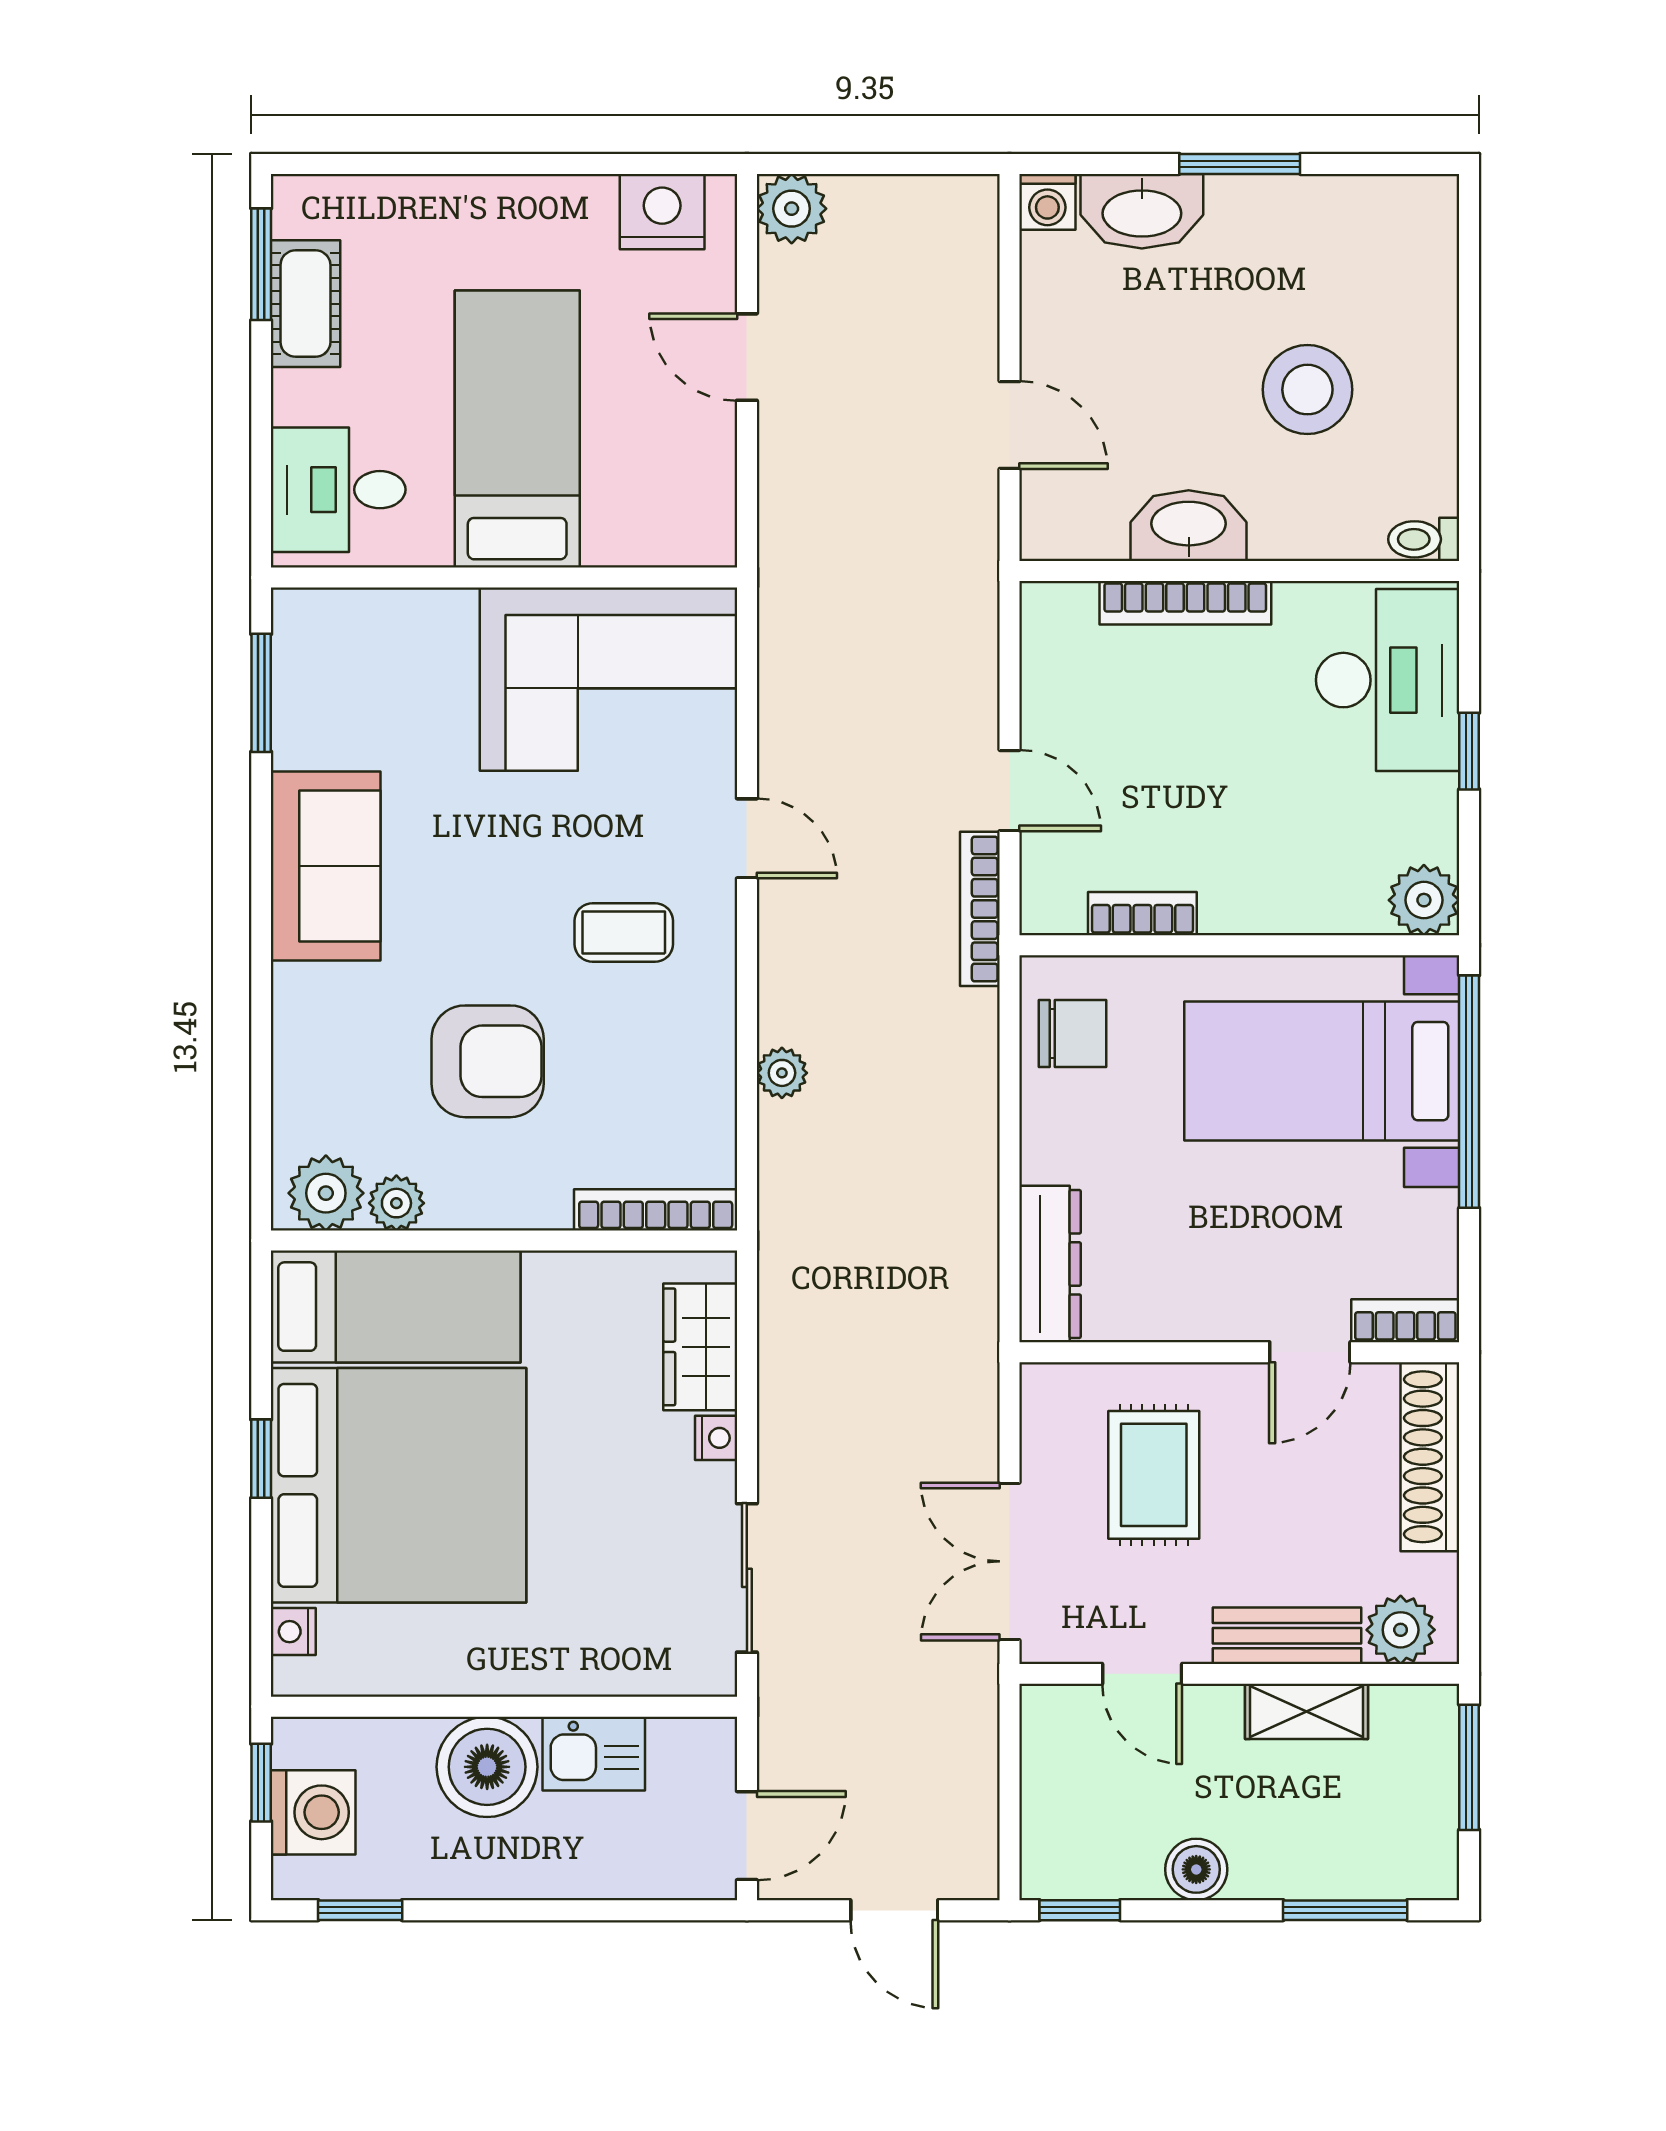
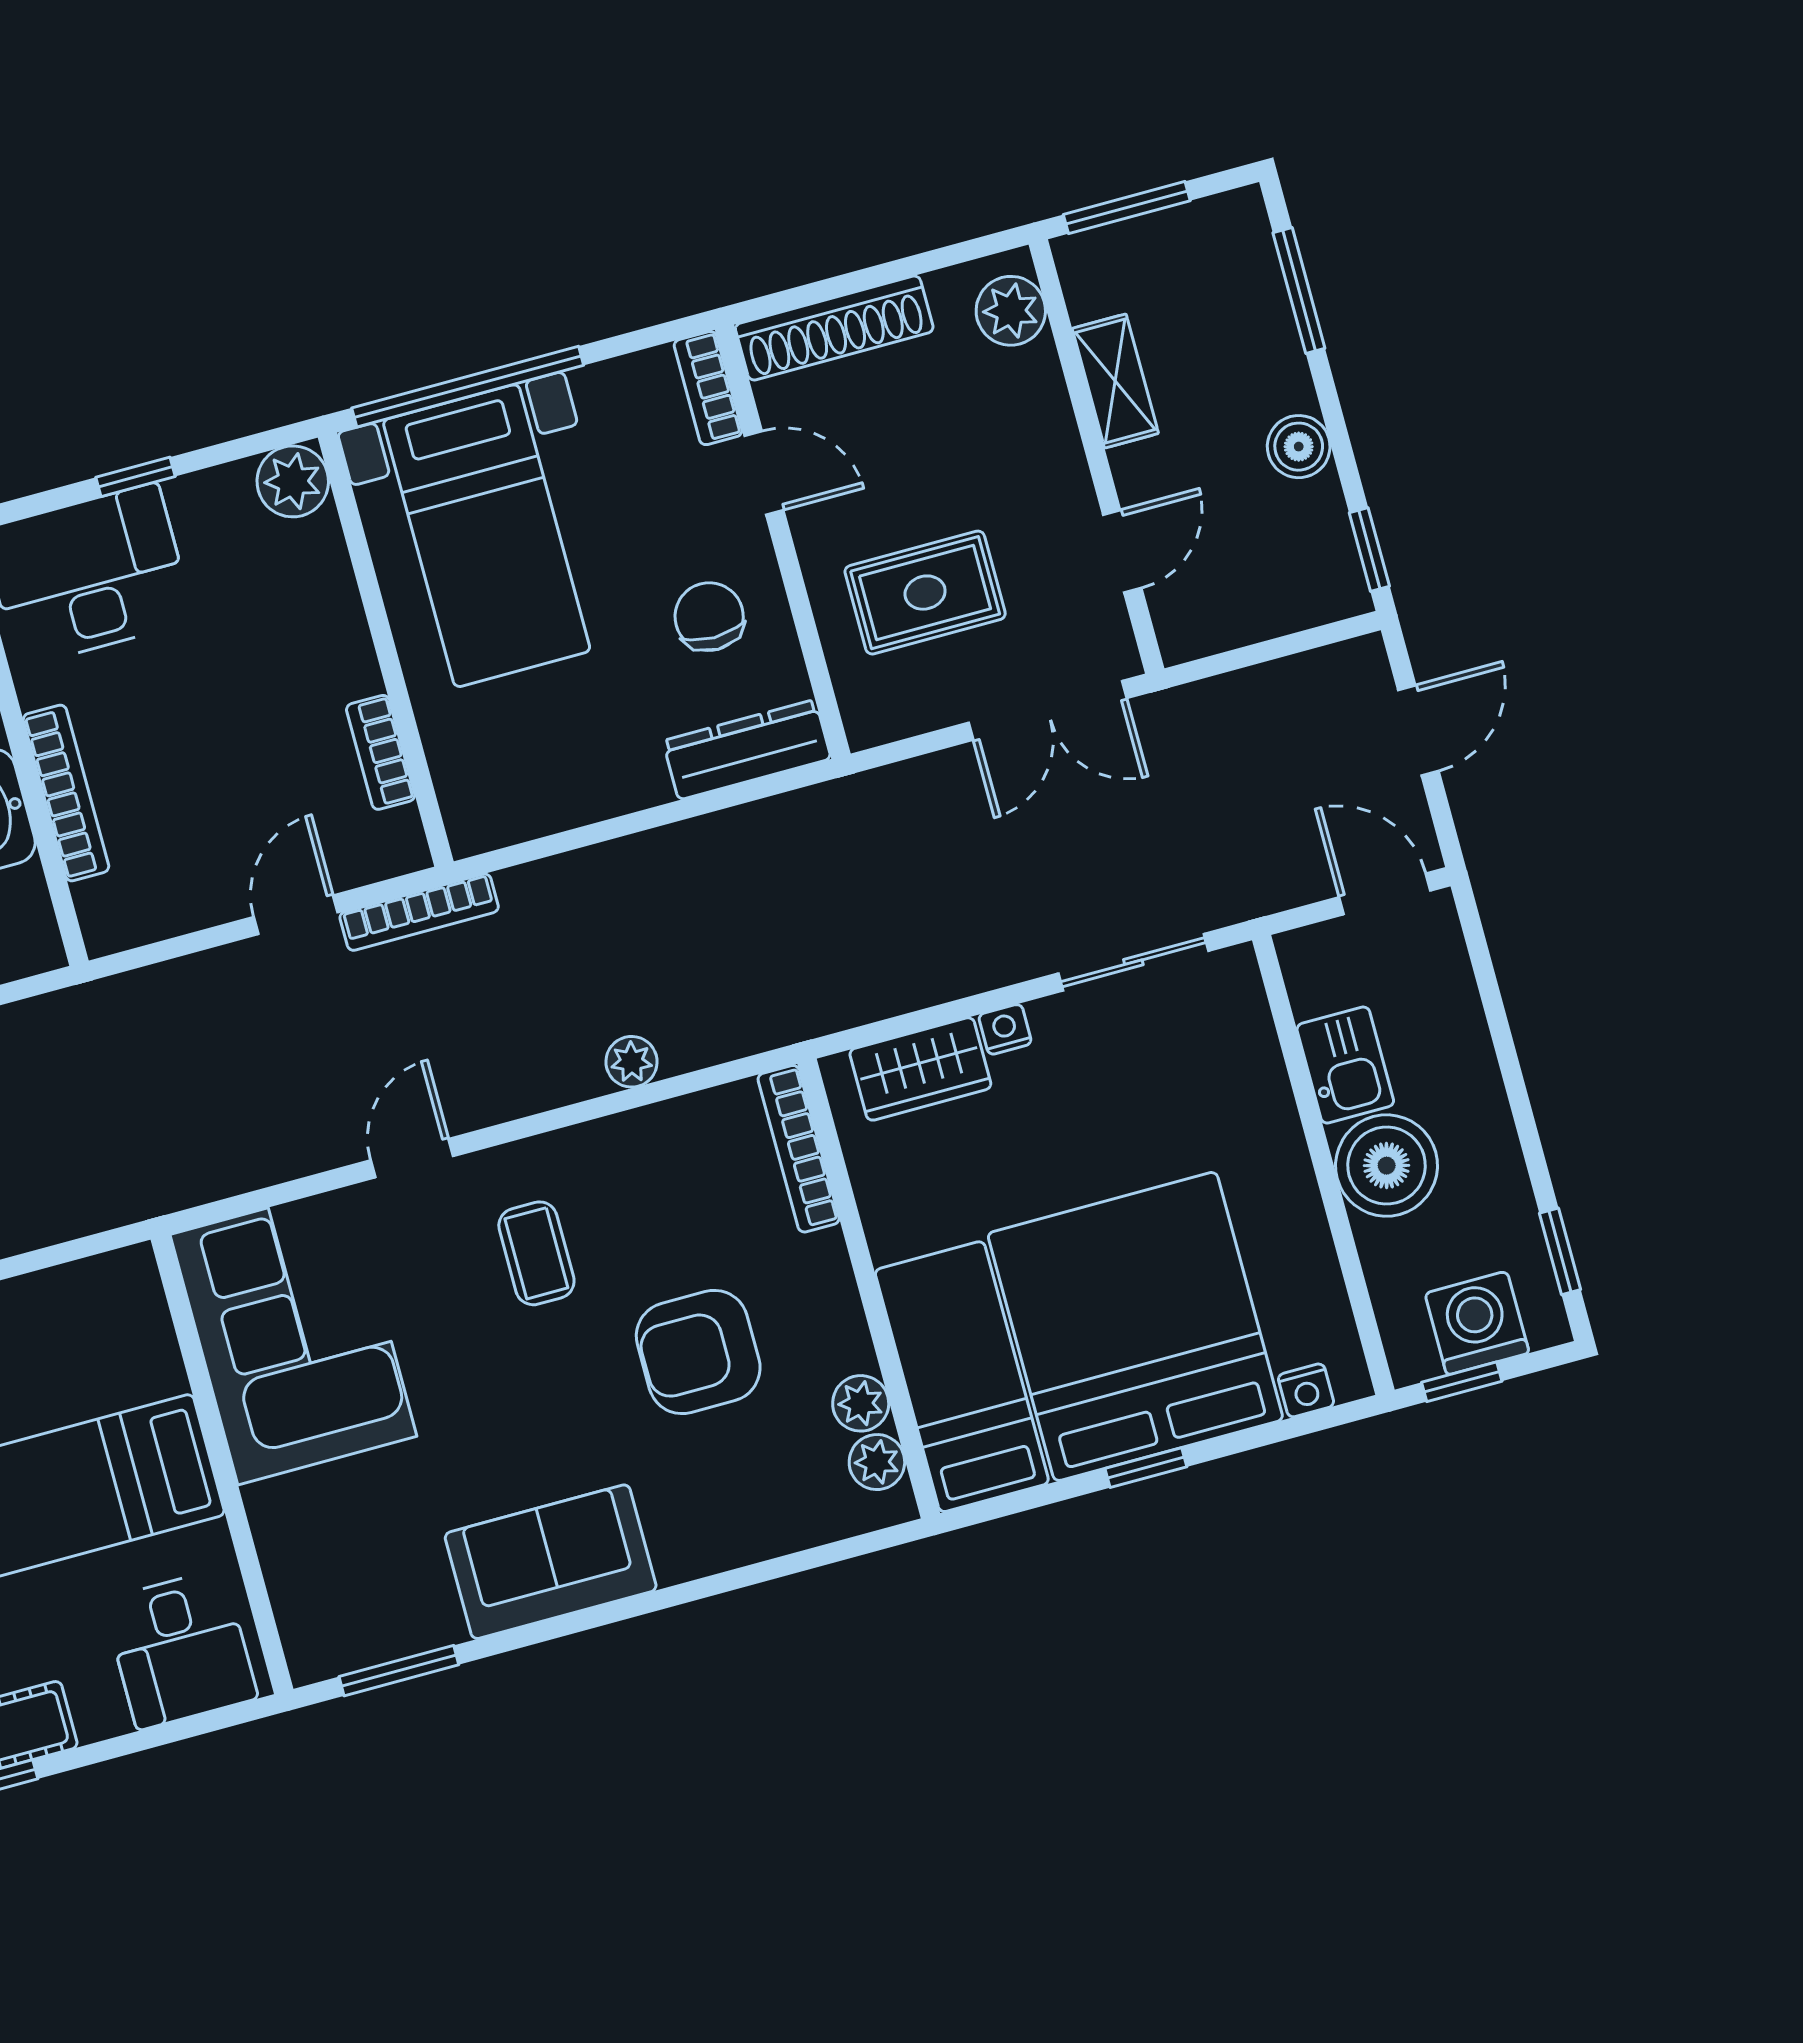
chair: (1072, 1034) -> (709, 617), moved
armchair: (488, 1061) -> (698, 1352), turned -90
plant: (326, 1193) -> (877, 1462), width x0.73, depth x0.73
bench: (1287, 1636) -> (1047, 420), removed

